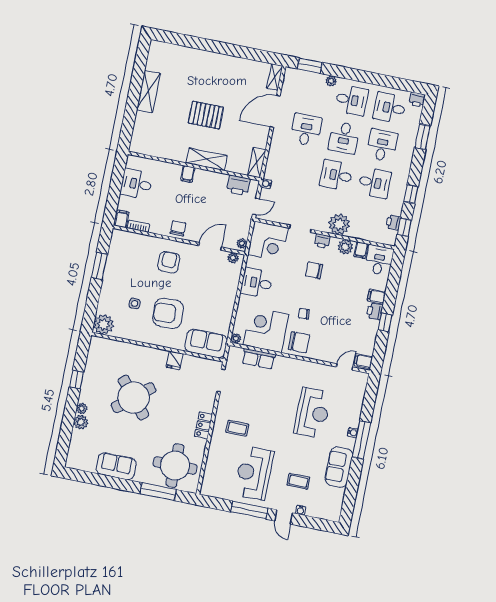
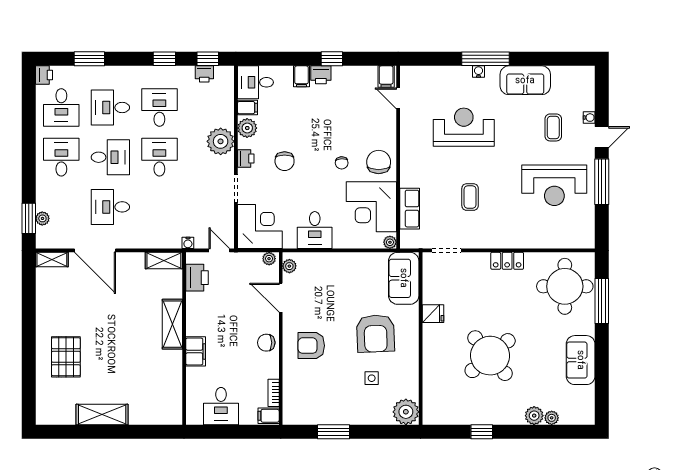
plant: (331, 81) -> (42, 218), moved
pallet: (206, 115) -> (66, 357), moved
filing cabinet: (188, 174) -> (196, 351), width x2.00
desk: (336, 175) -> (159, 157), turned 180
plant: (82, 408) -> (552, 418), moved
coffee table: (237, 428) -> (470, 197), moved

